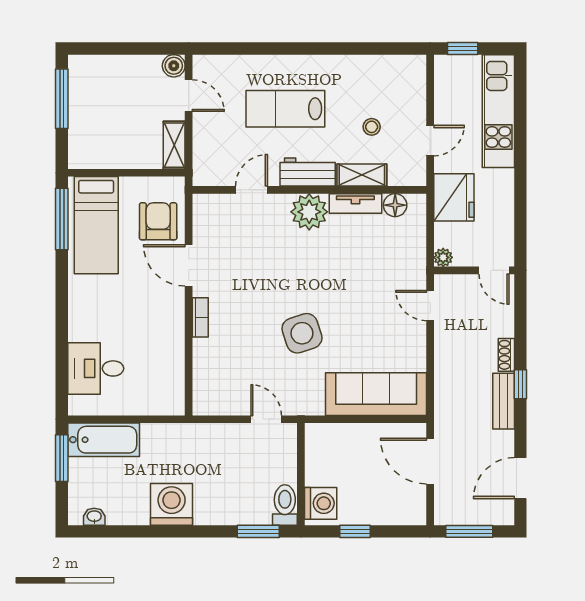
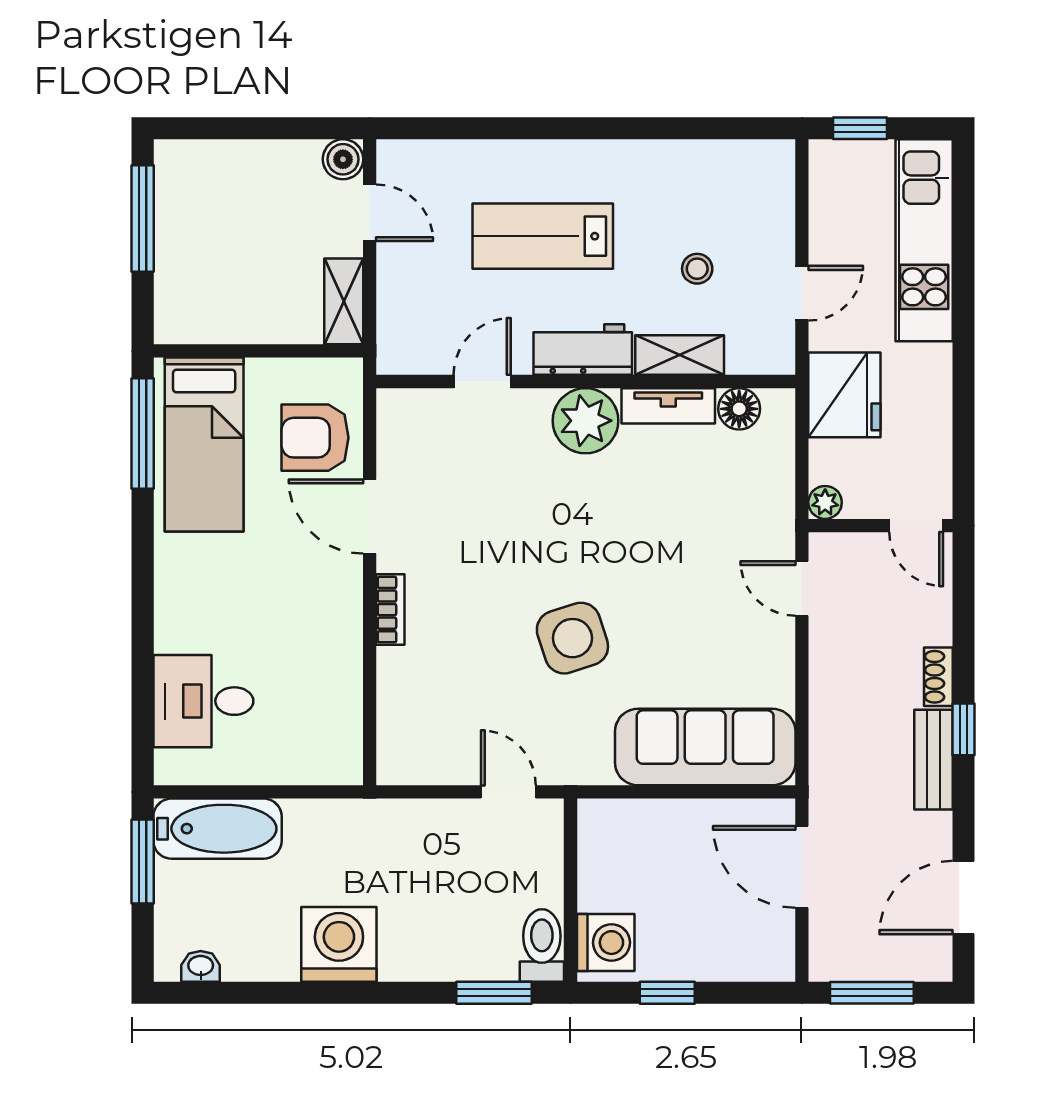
armchair: (158, 221) -> (315, 438), turned -90

